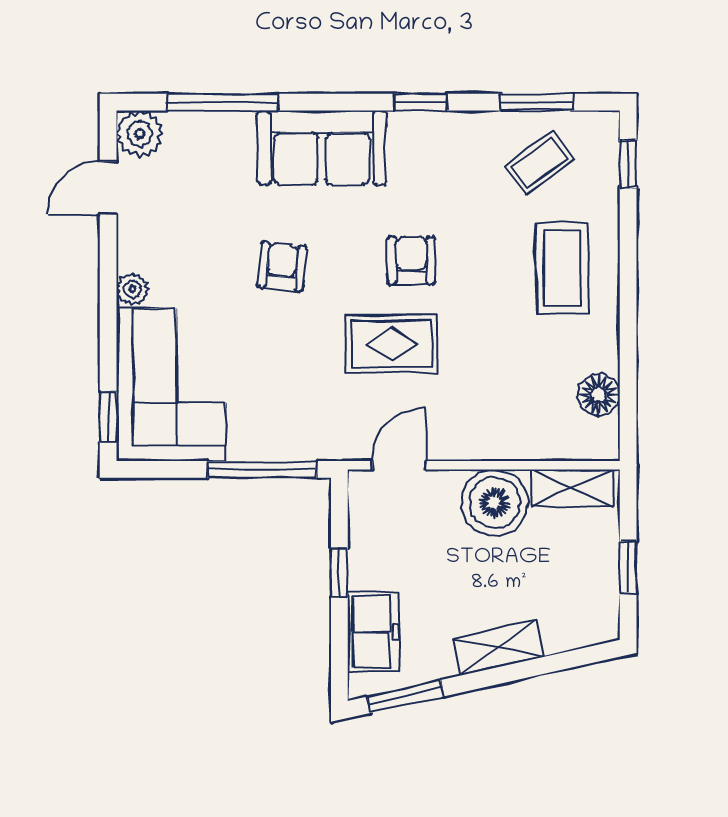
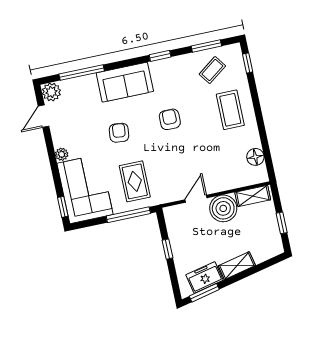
rug: (392, 344) -> (135, 181), moved, turned 90
door: (399, 465) -> (196, 199), moved
freezer: (373, 632) -> (204, 277), moved, turned -103

